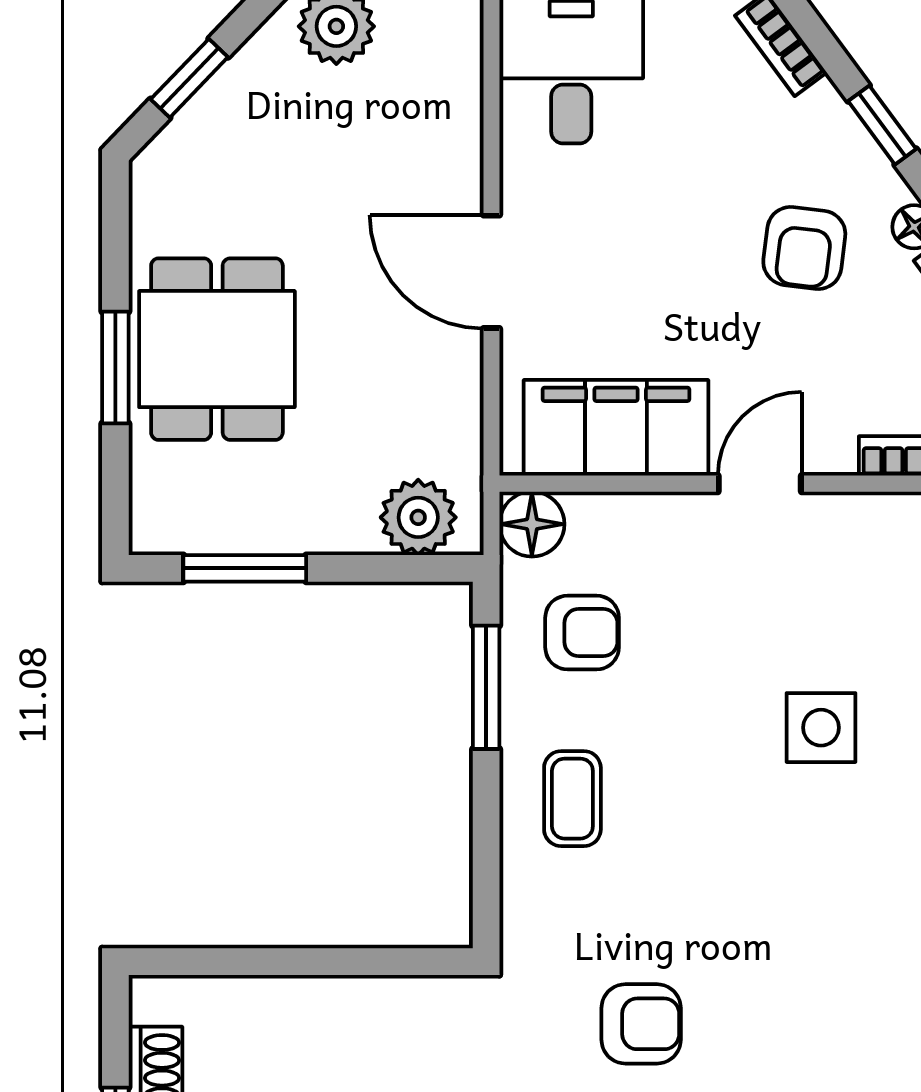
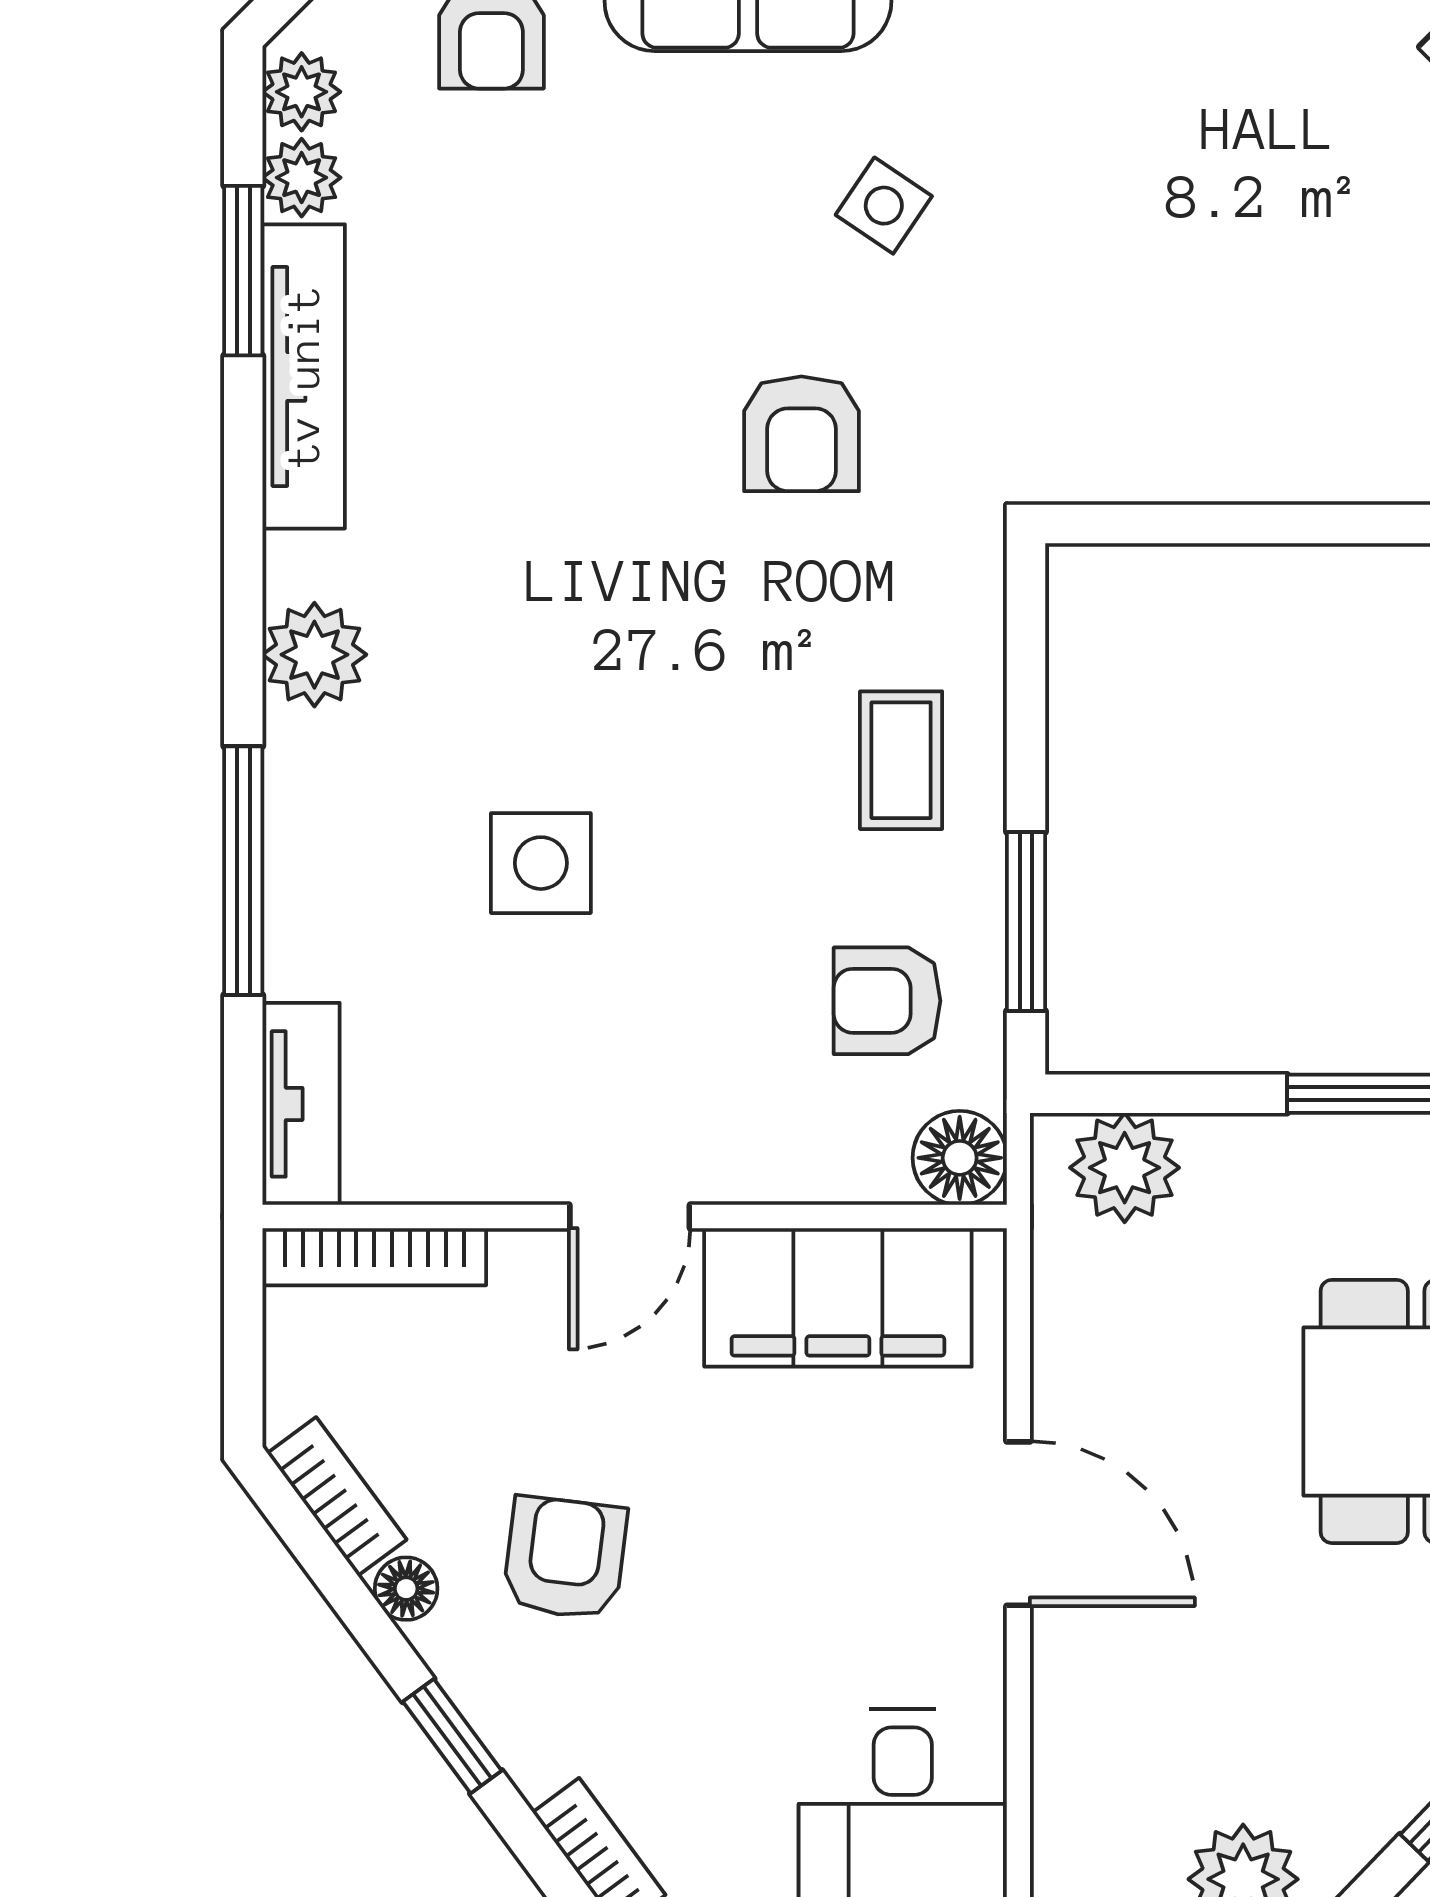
armchair: (641, 1024) -> (801, 434), turned -90

